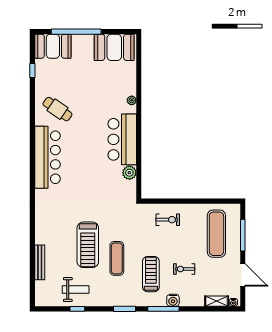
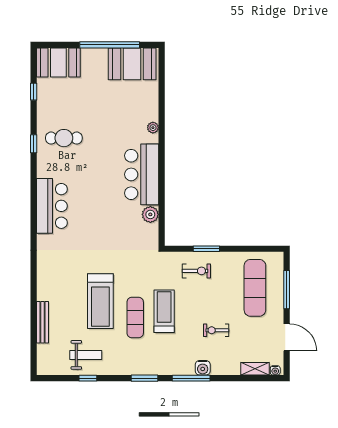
window: (76, 32) -> (110, 45), moved
cafe table: (57, 109) -> (64, 138), turned -35
window: (32, 114) -> (34, 144), added
bar counter: (47, 157) -> (52, 206), width x0.73
window: (176, 201) -> (206, 249), added
treadmill: (151, 274) -> (164, 311), moved

